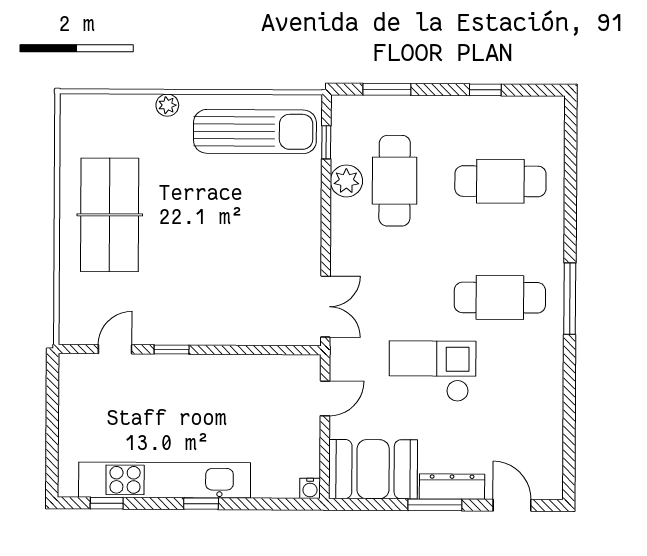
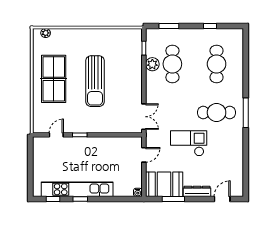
plant: (167, 105) -> (46, 33), moved
sun lounger: (255, 132) -> (95, 81), moved, turned 90
cafe table: (500, 181) -> (217, 64), turned 90
window: (201, 504) -> (80, 199), moved
window: (435, 505) -> (173, 199), moved
door: (512, 505) -> (222, 199), hinge flipped

